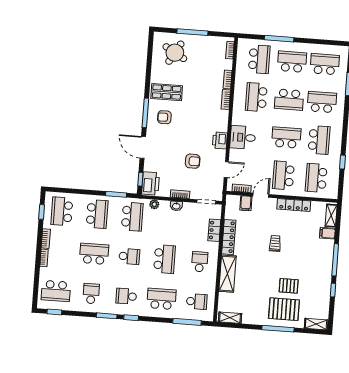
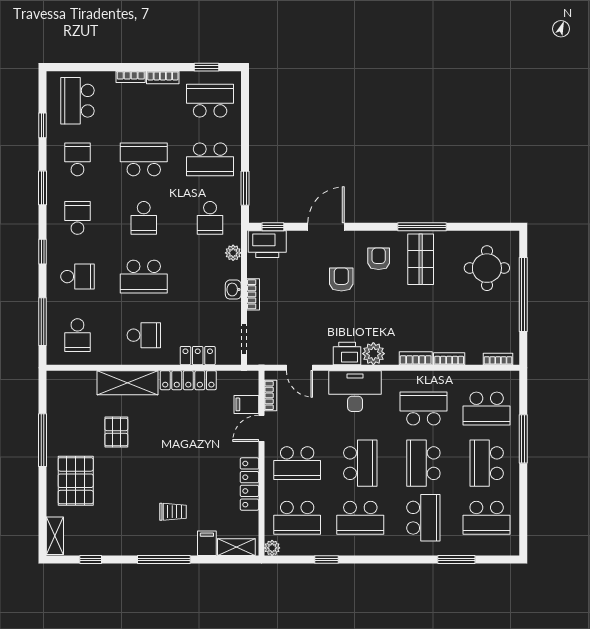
window: (192, 32) -> (523, 295), width x1.46
round table: (175, 53) -> (487, 268), turned -30
school desk: (292, 62) -> (487, 463), turned 180
school desk: (325, 64) -> (487, 518), turned 90
window: (145, 113) -> (422, 227), moved
plant: (221, 125) -> (373, 354), added
desk: (243, 137) -> (355, 391), width x1.37
armchair: (193, 161) -> (341, 279), moved, turned 180
school desk: (283, 175) -> (297, 463), turned 180
school desk: (316, 178) -> (297, 518), turned 180
plant: (333, 194) -> (272, 548), added
door: (261, 195) -> (261, 428), swing flipped
school desk: (132, 217) -> (210, 218), width x0.54
trolley: (275, 243) -> (173, 512), moved
school desk: (94, 254) -> (144, 159), turned -90
pallet: (289, 286) -> (116, 432), moved
window: (333, 290) -> (91, 559), moved
school desk: (91, 294) -> (77, 159), turned -90
school desk: (161, 299) -> (77, 277), width x0.54
window: (54, 312) -> (43, 125), moved
window: (131, 318) -> (43, 252), moved
shelving: (230, 318) -> (55, 392), removed
window: (278, 329) -> (43, 440), moved

